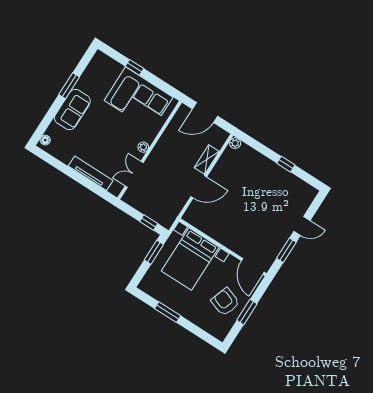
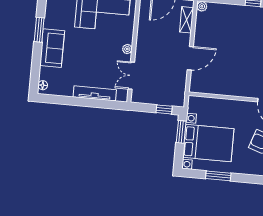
shelving: (207, 160) -> (187, 20), moved
bed with nightstands: (190, 259) -> (208, 143), moved, turned -90

